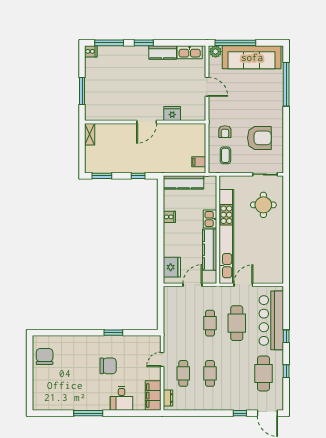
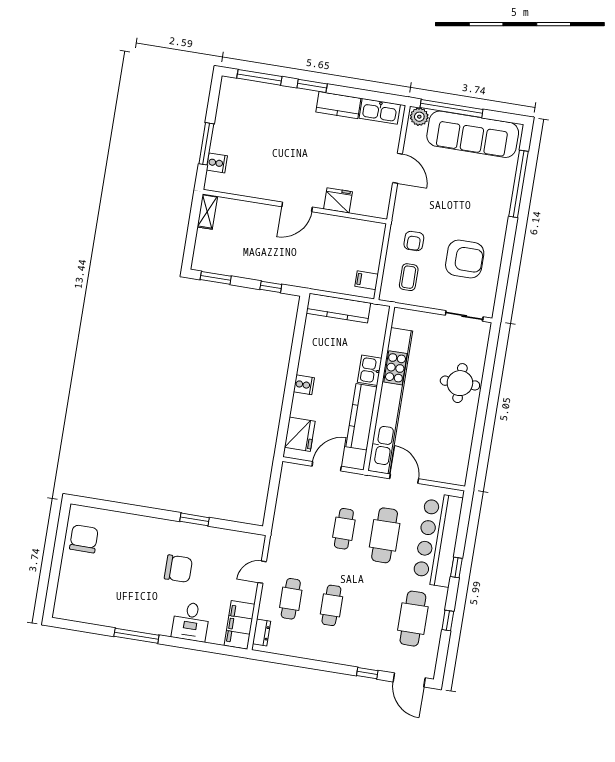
cooker: (91, 51) -> (217, 163), moved
round table: (263, 205) -> (460, 383), moved
cooker: (169, 217) -> (304, 385), moved
door: (243, 285) -> (404, 479), hinge flipped

